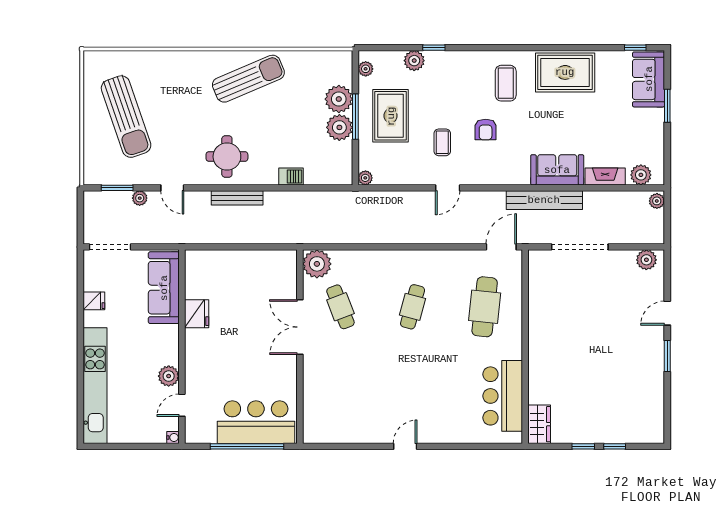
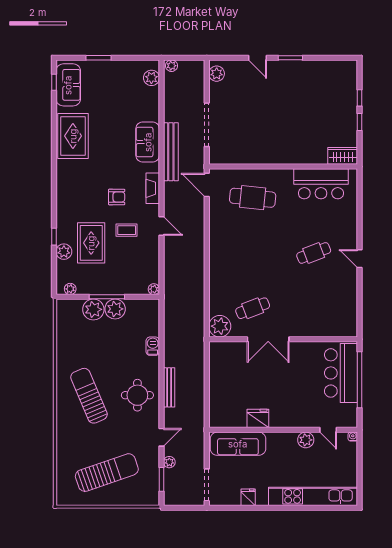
sun lounger: (248, 79) -> (89, 396), moved
sofa: (649, 79) -> (68, 85), moved, turned -90
coffee table: (506, 83) -> (81, 181), removed
rug: (391, 116) -> (91, 243), moved, turned 90
fireplace: (605, 177) -> (153, 188), moved
cafe table: (413, 307) -> (314, 253), moved, turned -36

